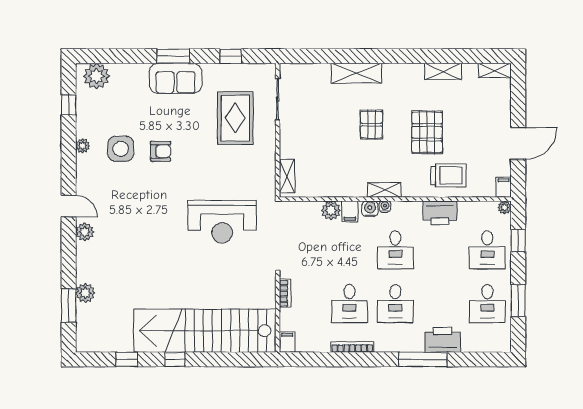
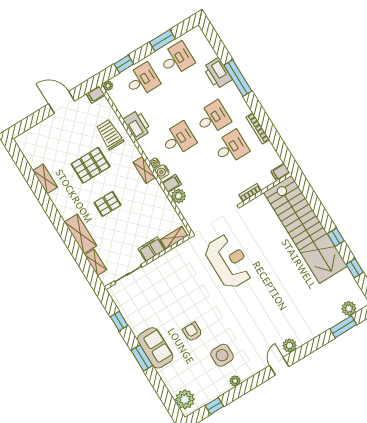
shelving: (495, 71) -> (96, 262), moved
rug: (235, 118) -> (157, 294), removed
filing cabinet: (290, 143) -> (152, 249), added
armchair: (160, 151) -> (192, 332), moved
plant: (85, 293) -> (349, 308), moved

